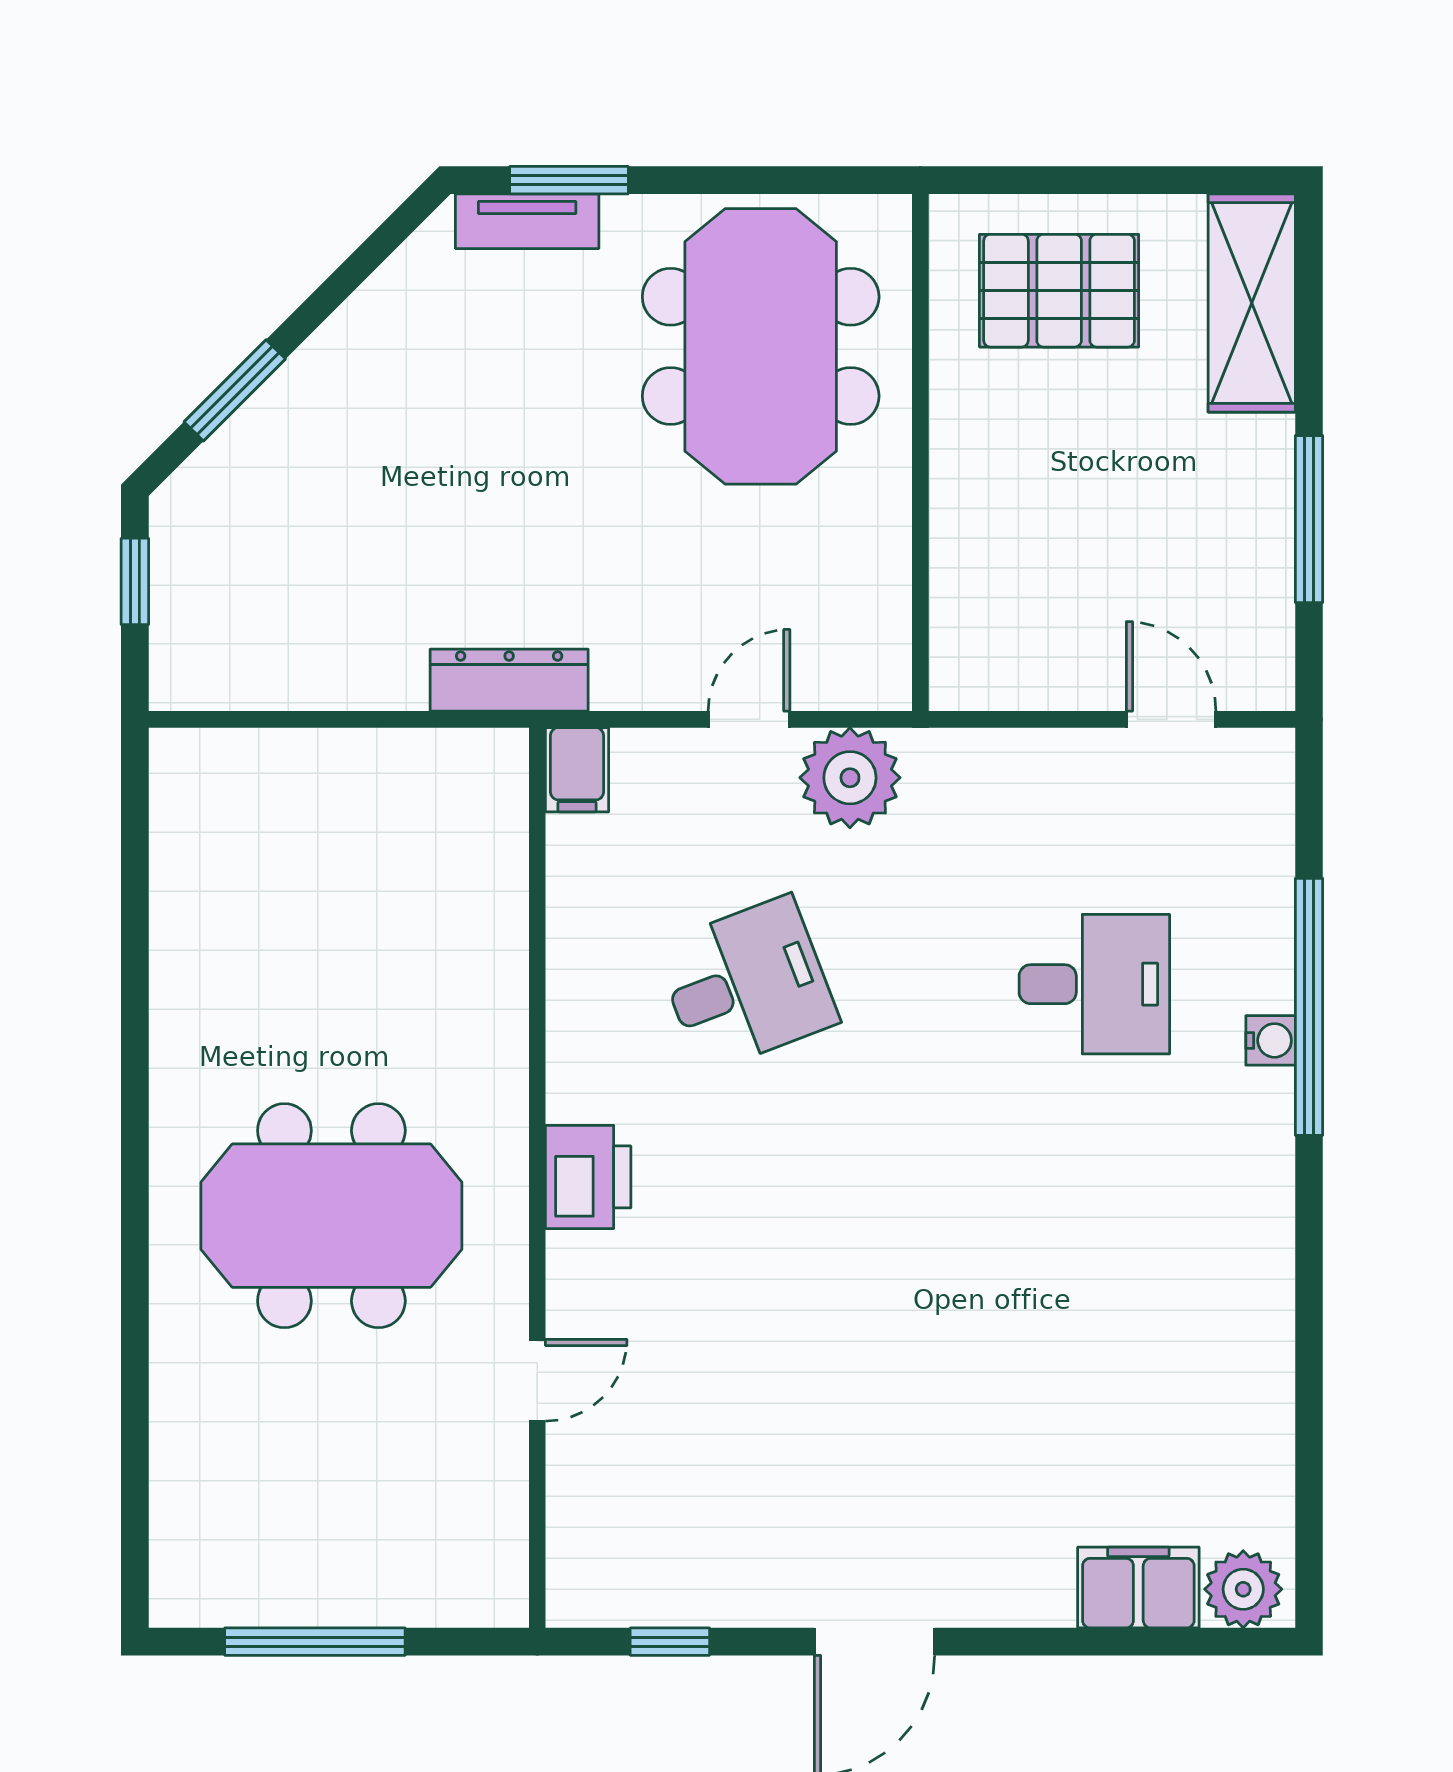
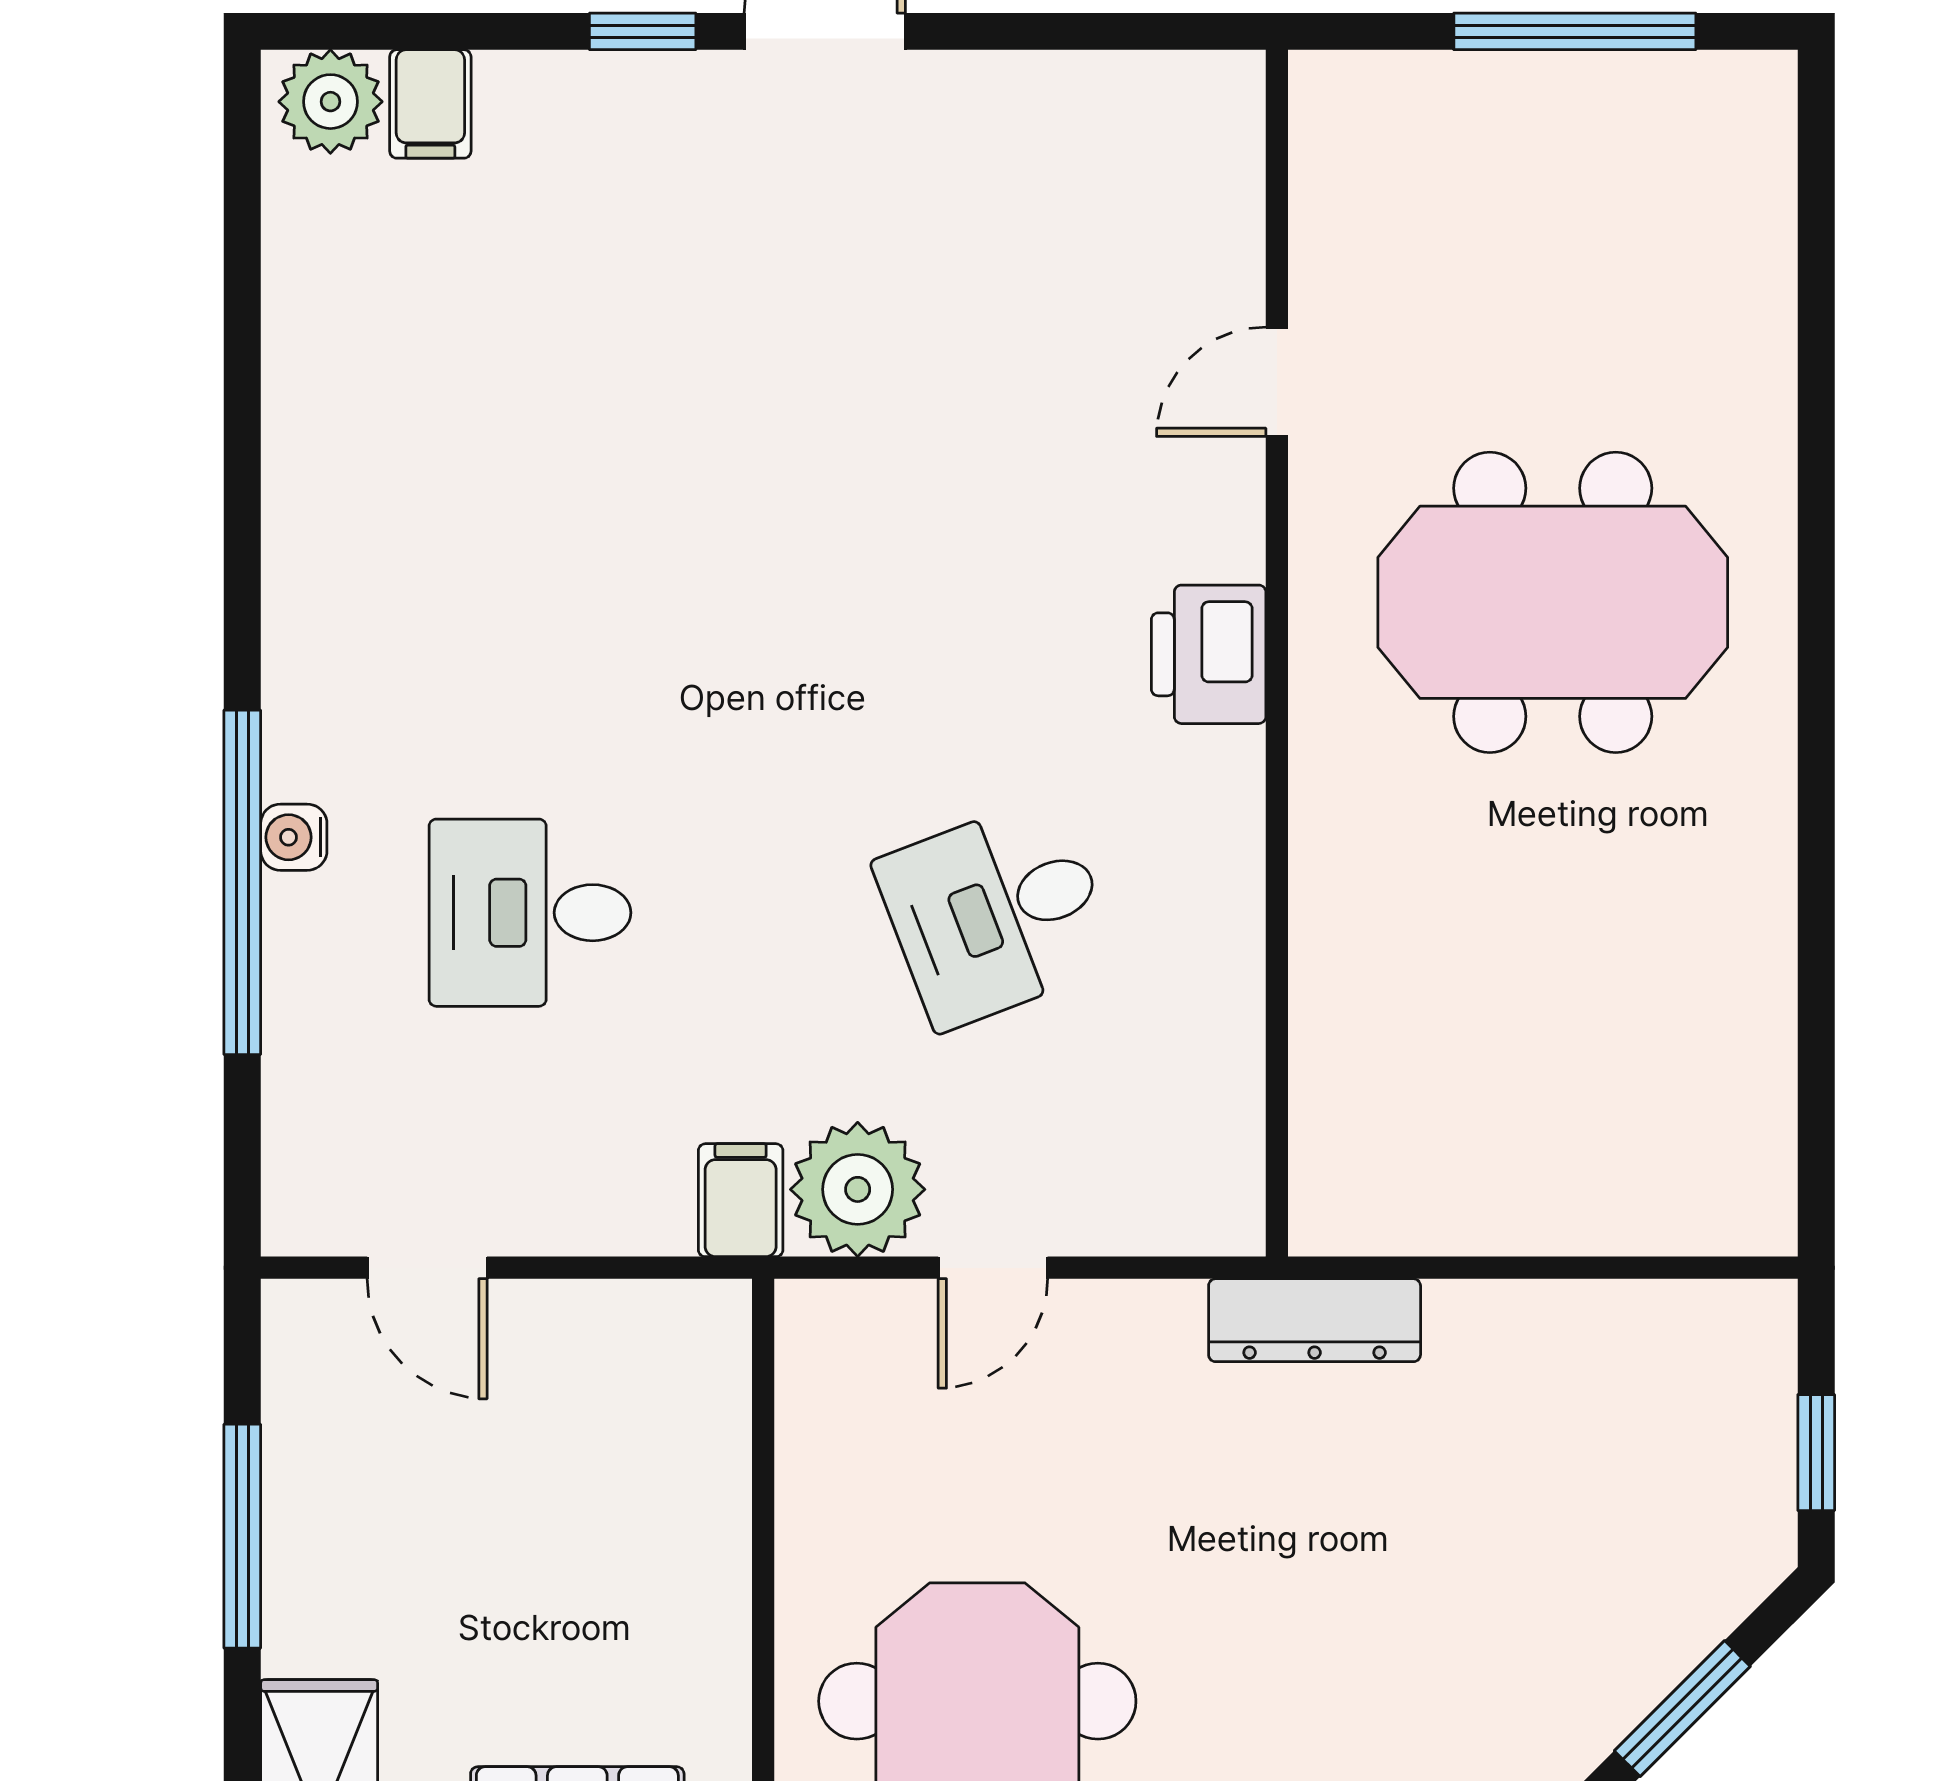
filing cabinet: (577, 770) -> (741, 1200), moved
filing cabinet: (1138, 1587) -> (430, 104), width x0.50
window: (670, 1642) -> (643, 31), moved

